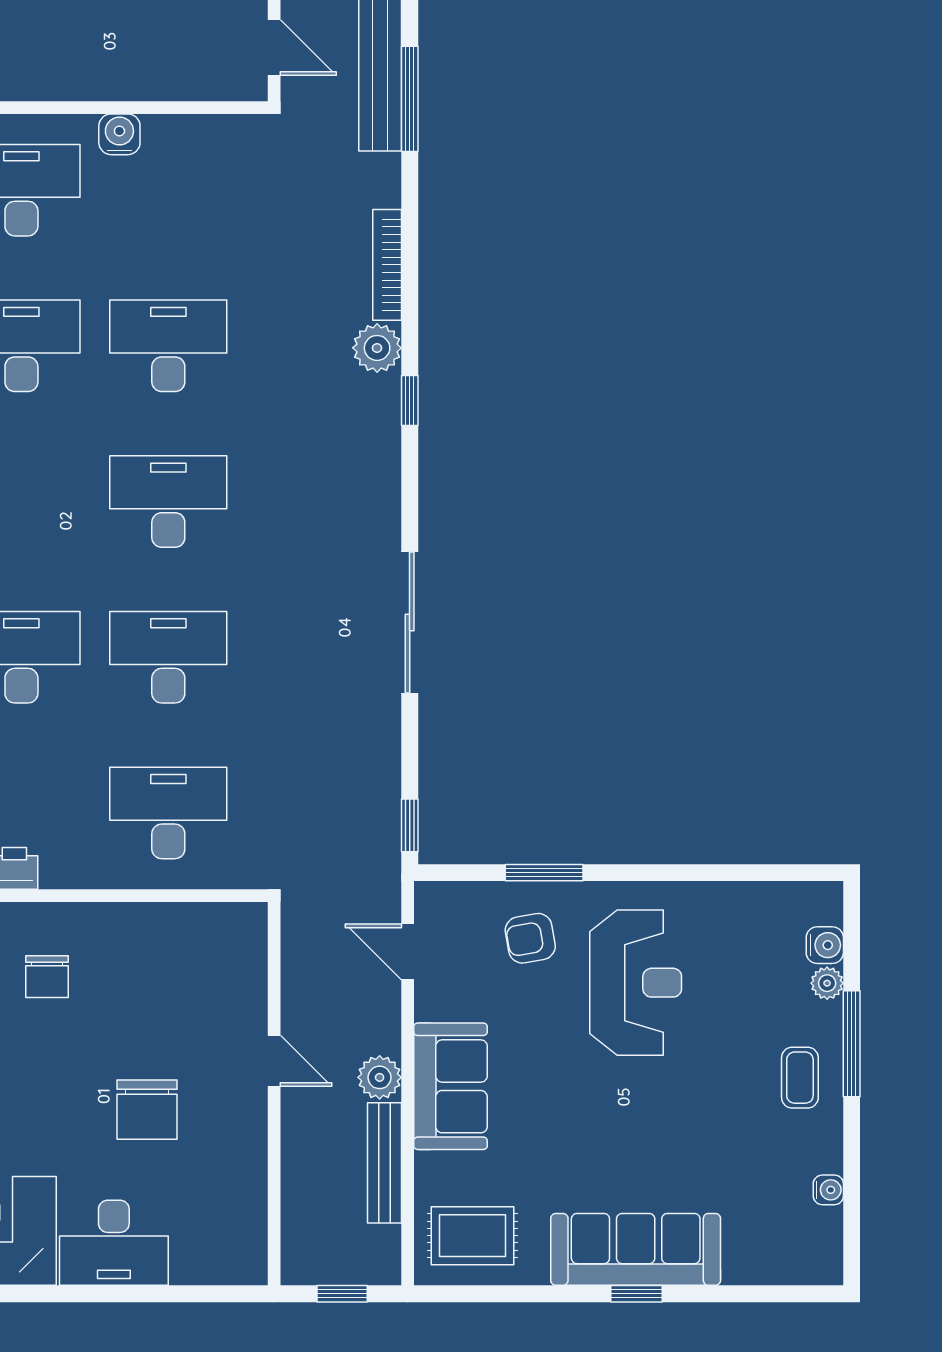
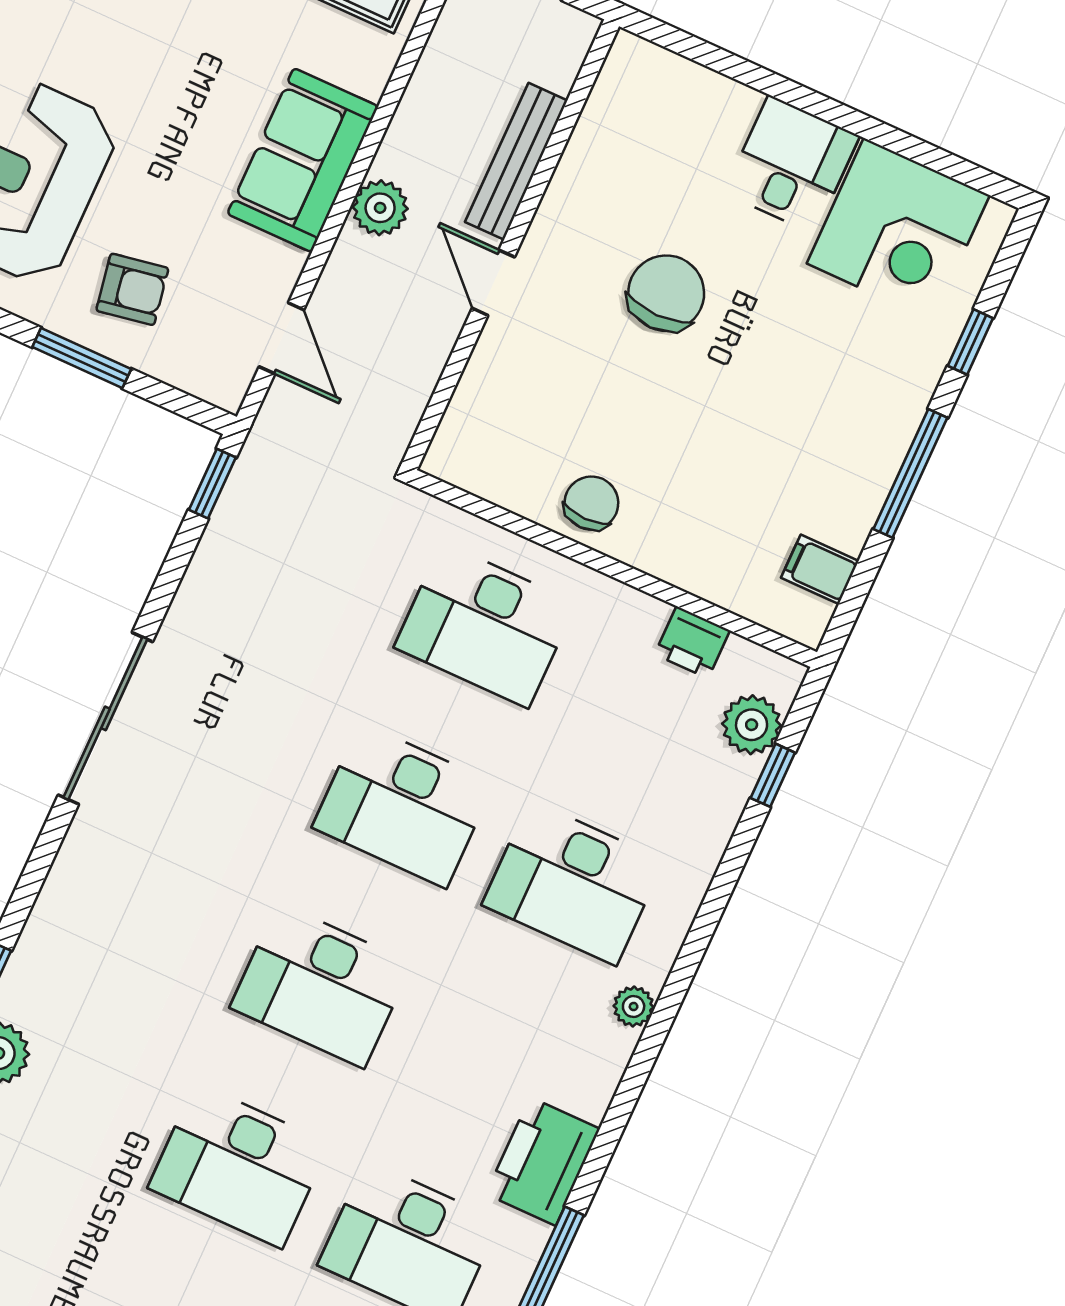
chair: (47, 977) -> (591, 503), moved
bench: (384, 1163) -> (516, 161), moved
desk: (114, 1243) -> (792, 164), width x0.73

